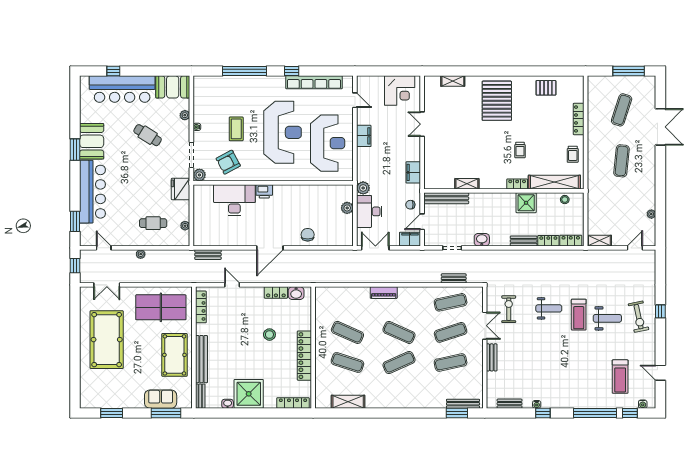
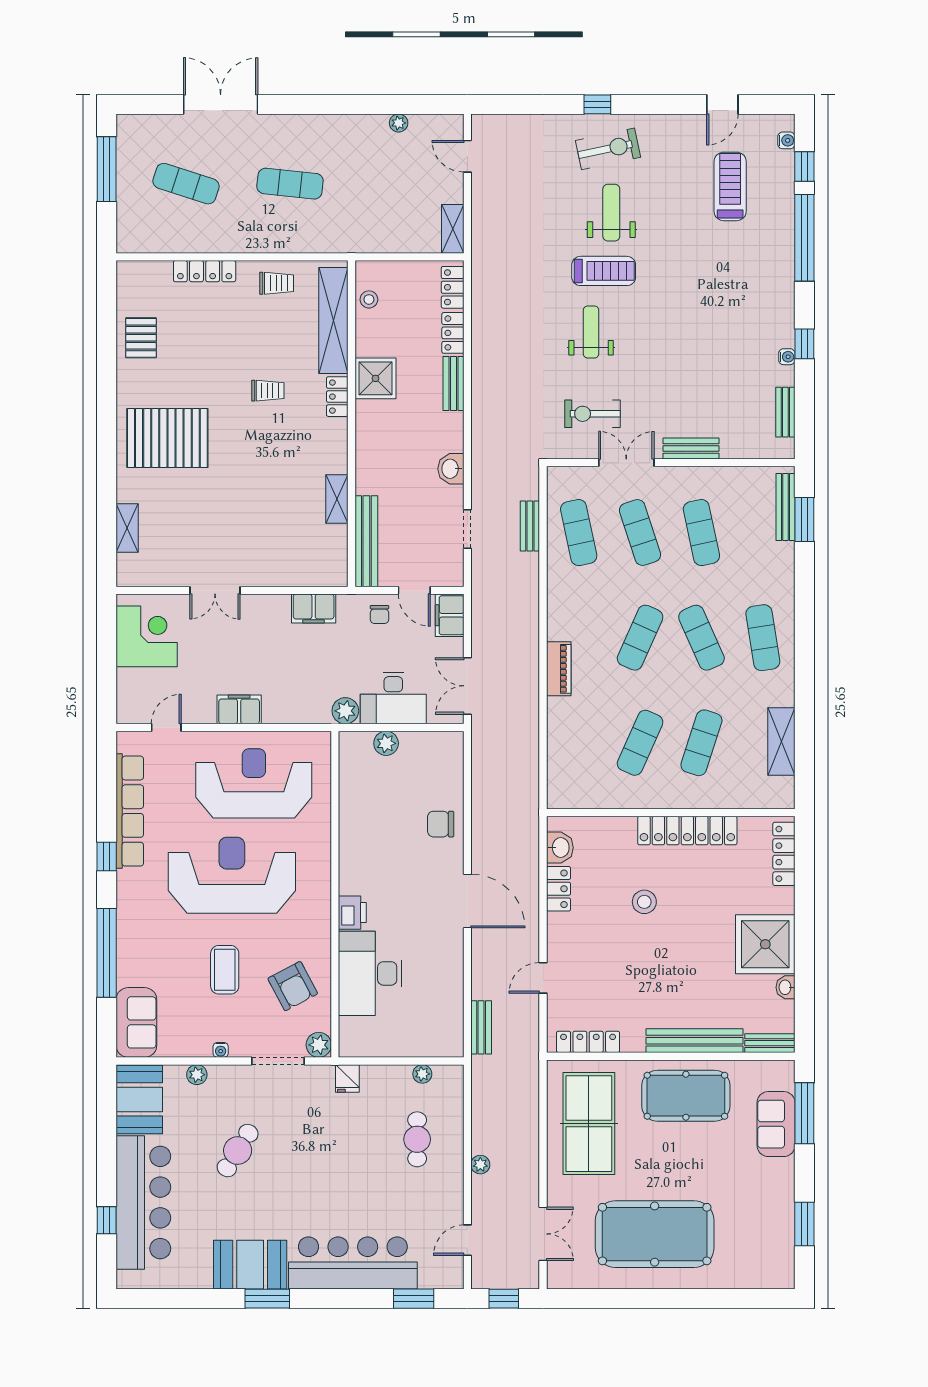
sofa: (210, 86) -> (136, 1022), added
coffee table: (236, 129) -> (225, 970), turned 90
fridge: (181, 189) -> (347, 1078), width x0.53, depth x0.75
treadmill: (620, 377) -> (730, 186), turned -90
exercise mat: (399, 393) -> (763, 638), added

